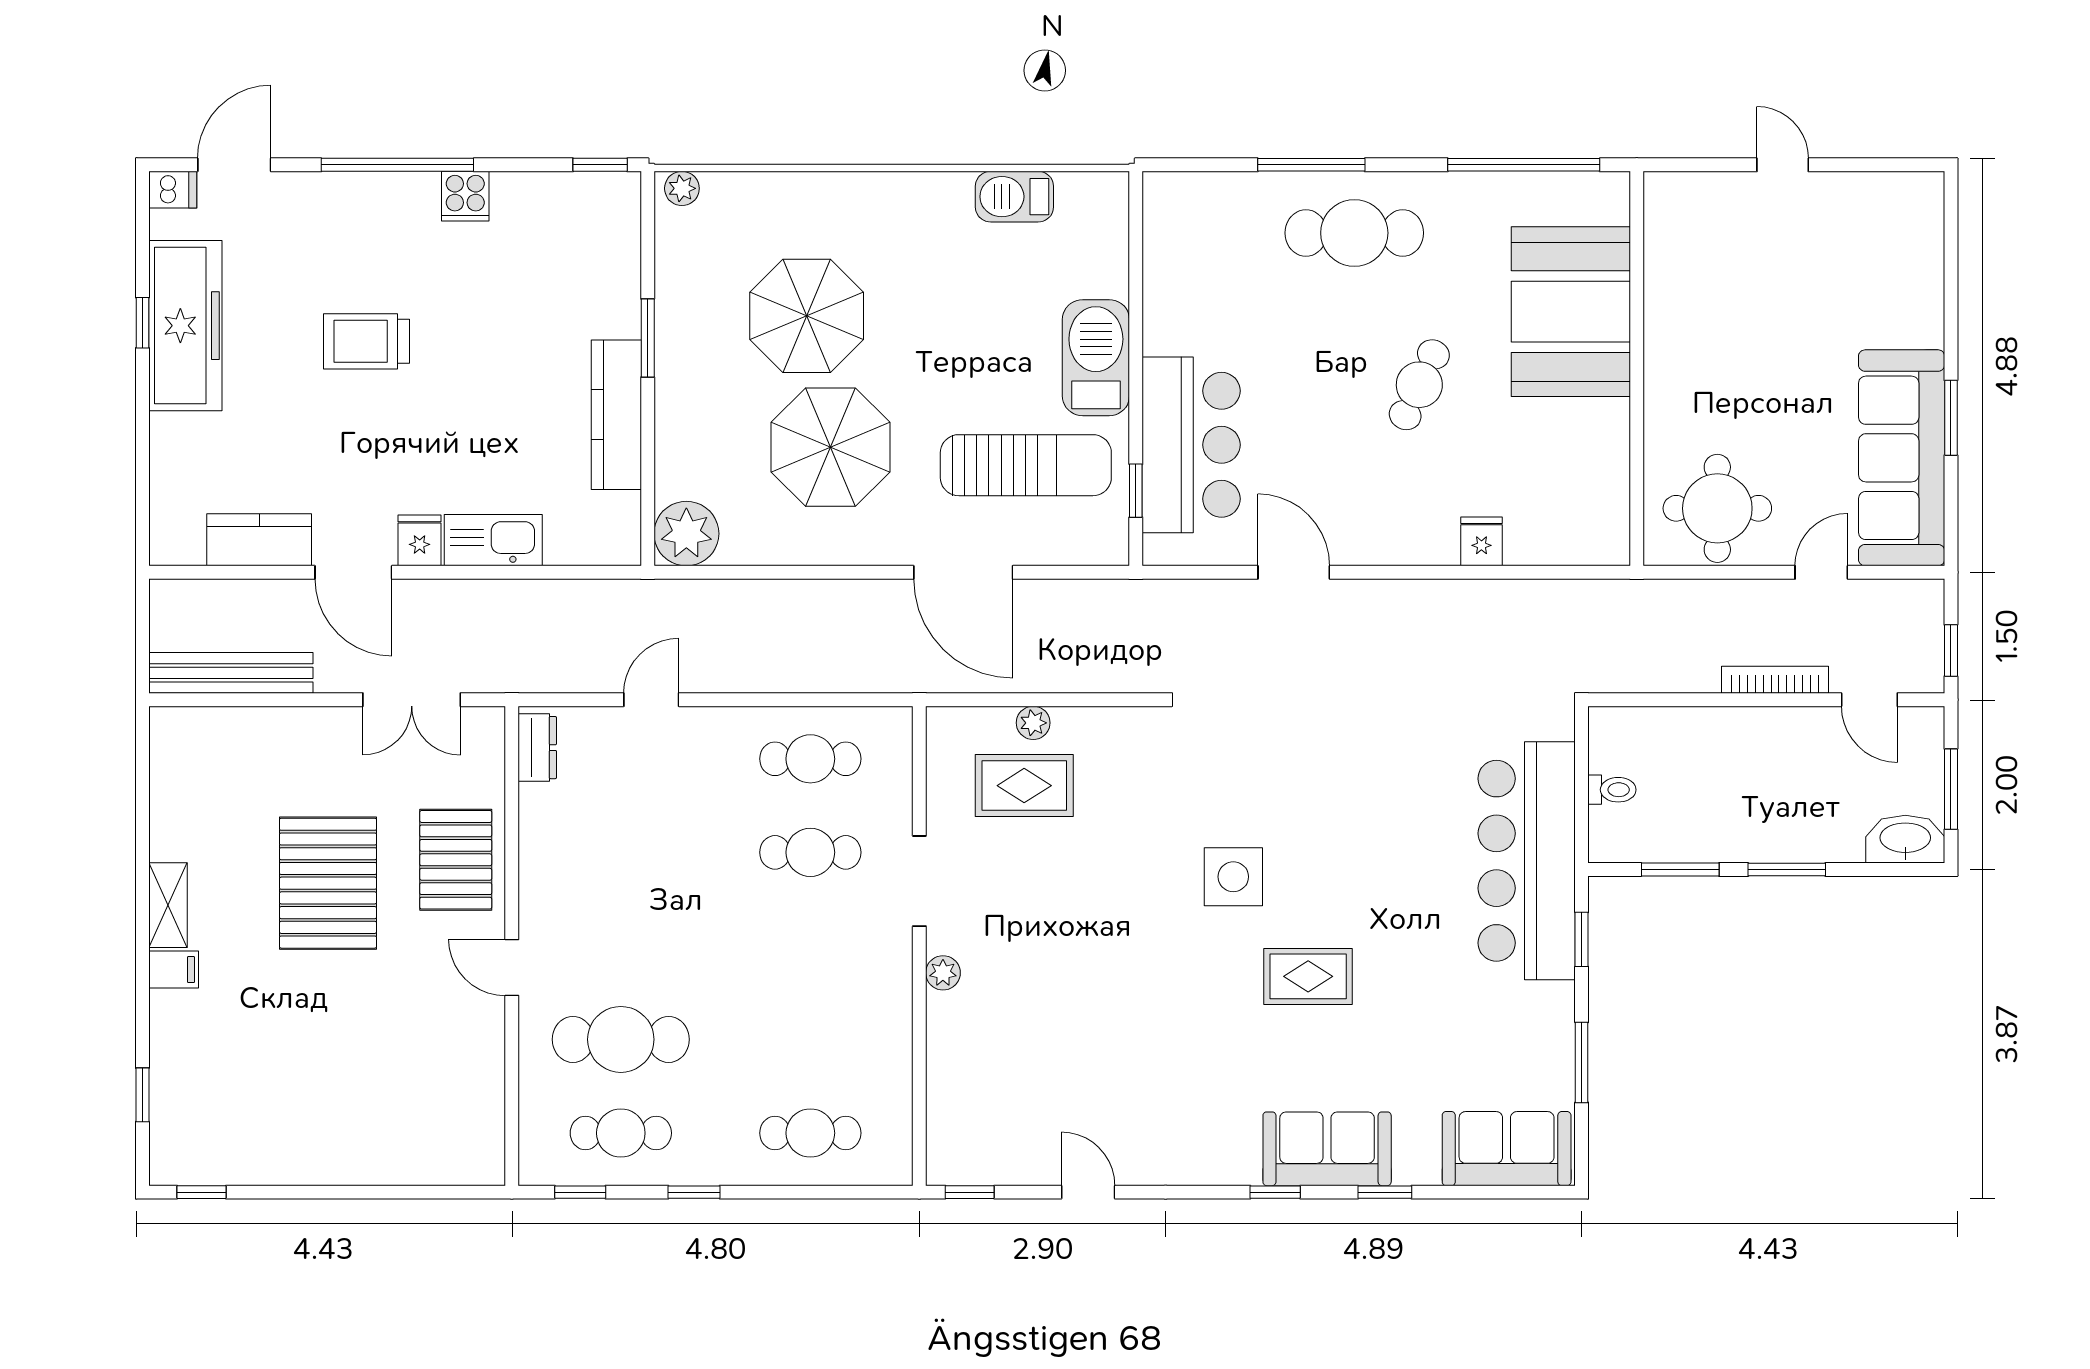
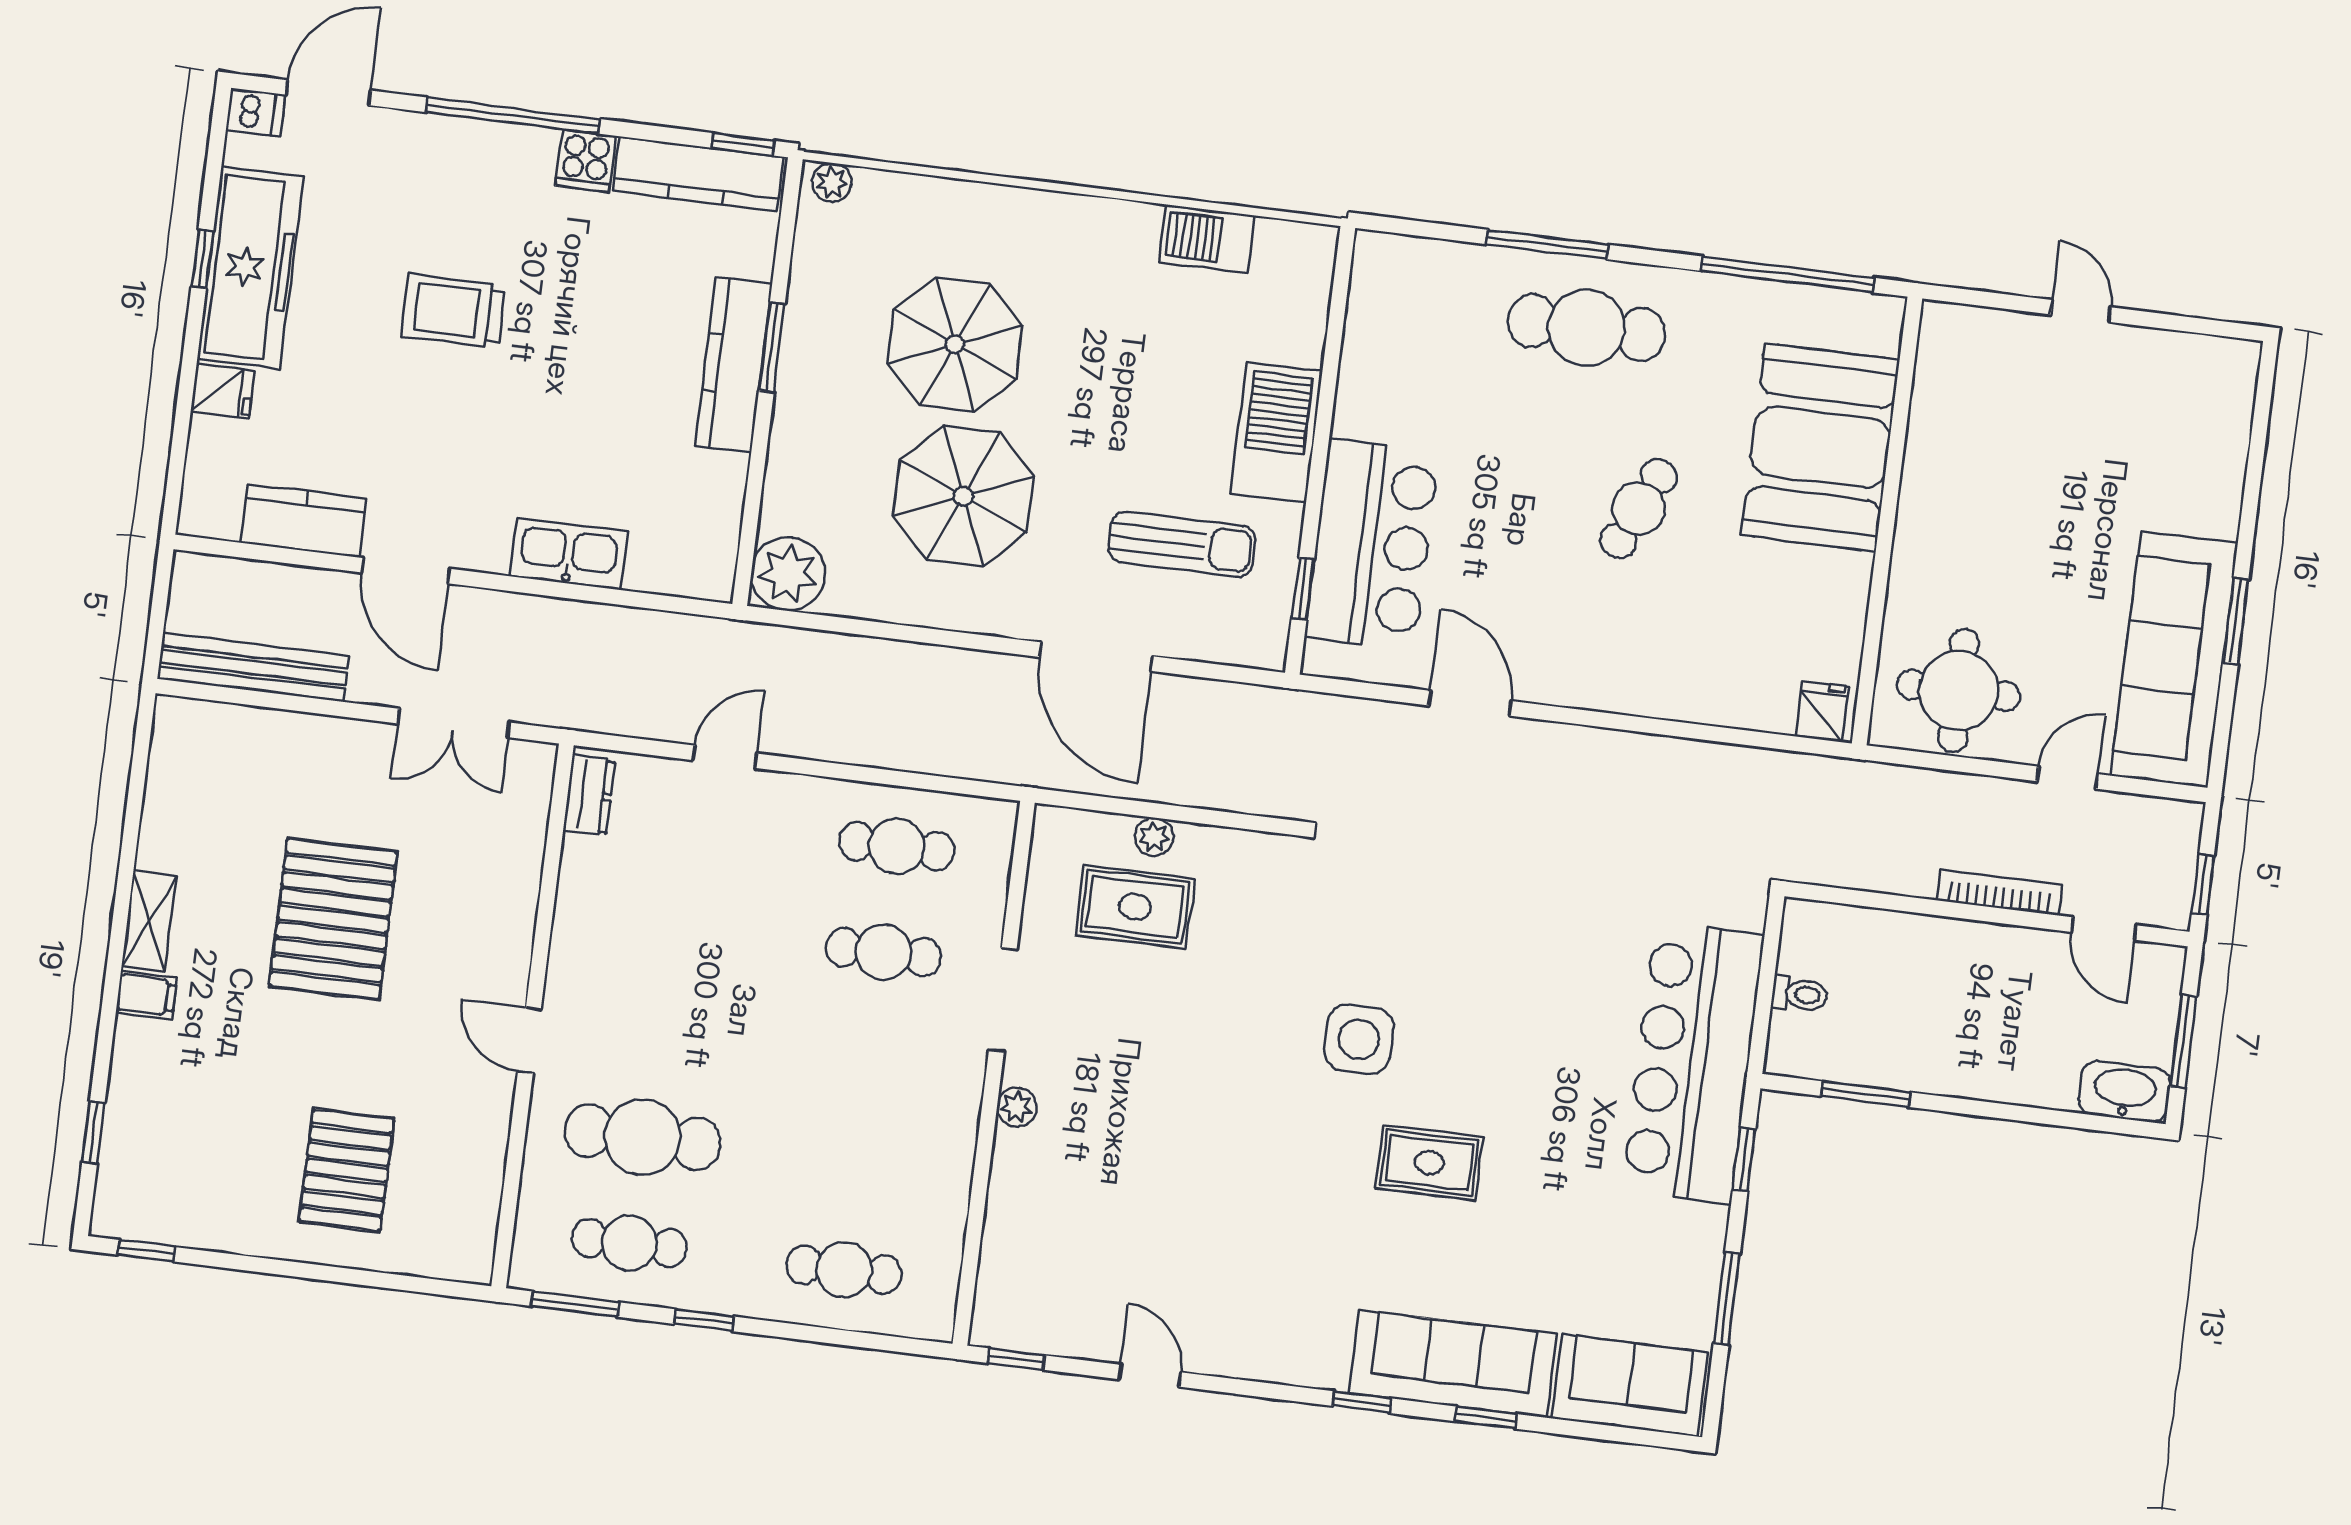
kitchen counter: (565, 195) -> (698, 174), added
kitchen counter: (616, 415) -> (734, 365), moved
sun lounger: (1026, 465) -> (1182, 544), width x0.73, depth x0.75
fridge: (420, 540) -> (223, 391), moved, turned 90
fridge: (1481, 541) -> (1822, 711), moved
pallet: (456, 860) -> (347, 1170), moved
window: (1787, 869) -> (1986, 1109), removed
sofa: (1327, 1149) -> (1453, 1364), width x1.36
window: (580, 1192) -> (575, 1304), width x1.50

